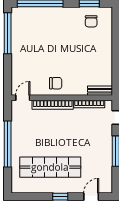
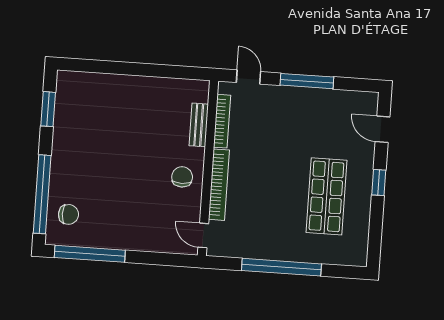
chair: (91, 21) -> (68, 214), moved
bench: (100, 91) -> (199, 125), moved
shop shelf: (50, 167) -> (326, 196), width x0.71

